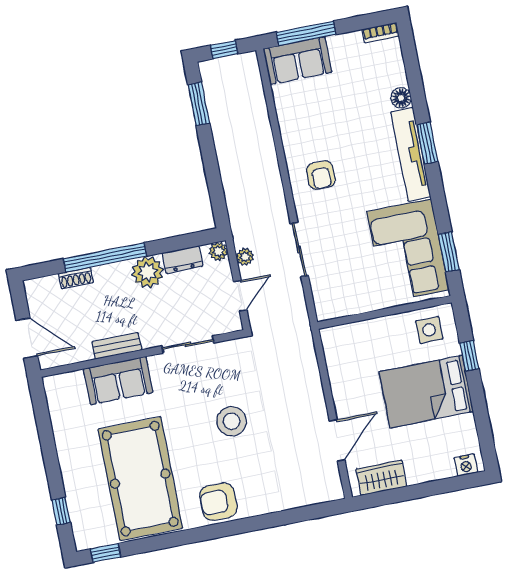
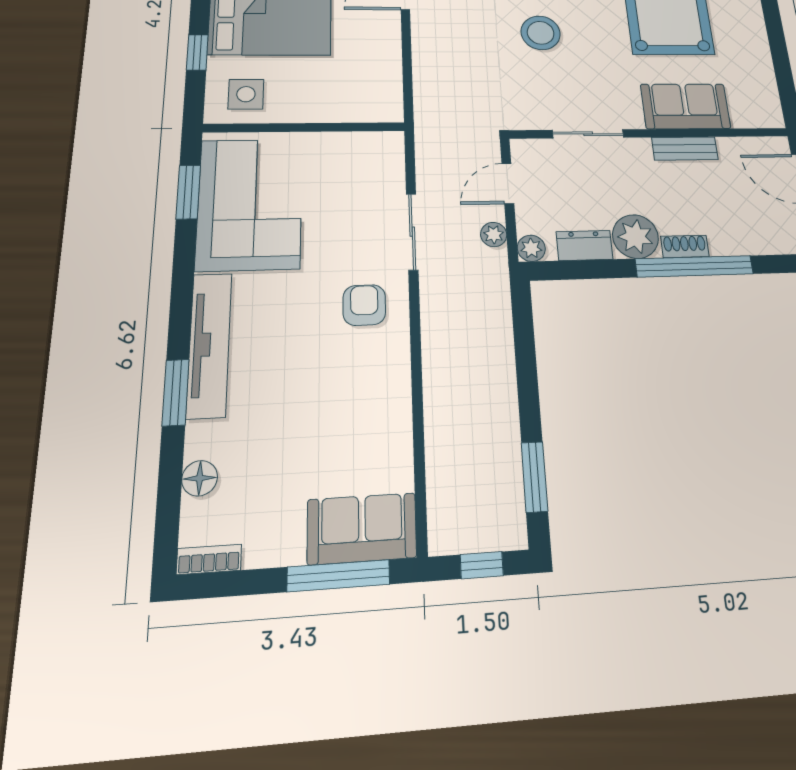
floor lamp: (401, 98) -> (200, 478), moved
window: (427, 143) -> (176, 392), moved
armchair: (321, 175) -> (364, 305), moved
shoe rack: (76, 278) -> (685, 246), moved

